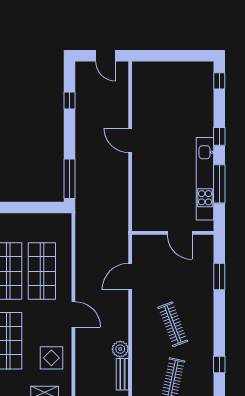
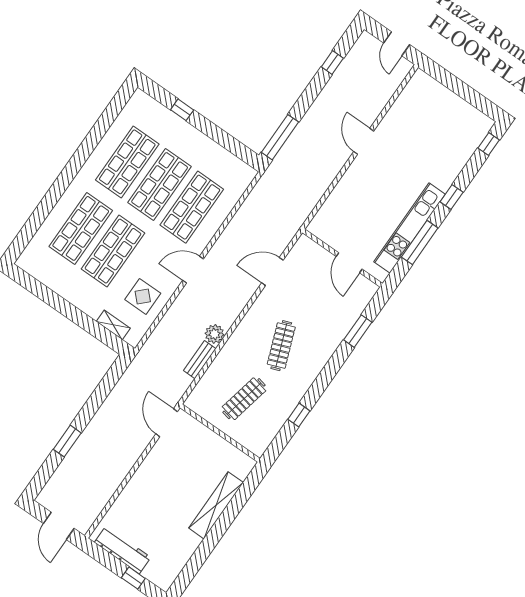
door: (73, 314) -> (193, 270), swing flipped

